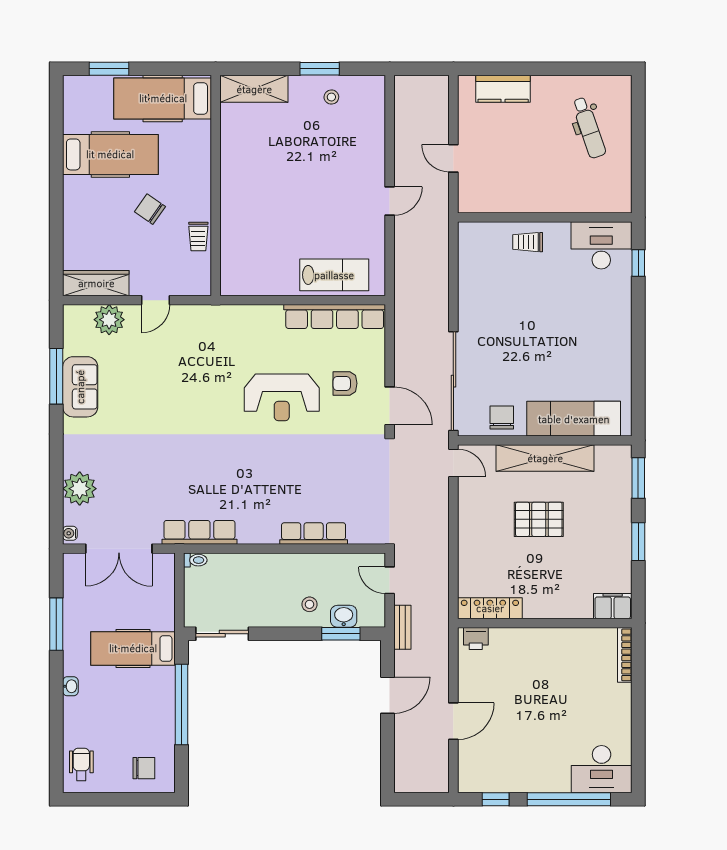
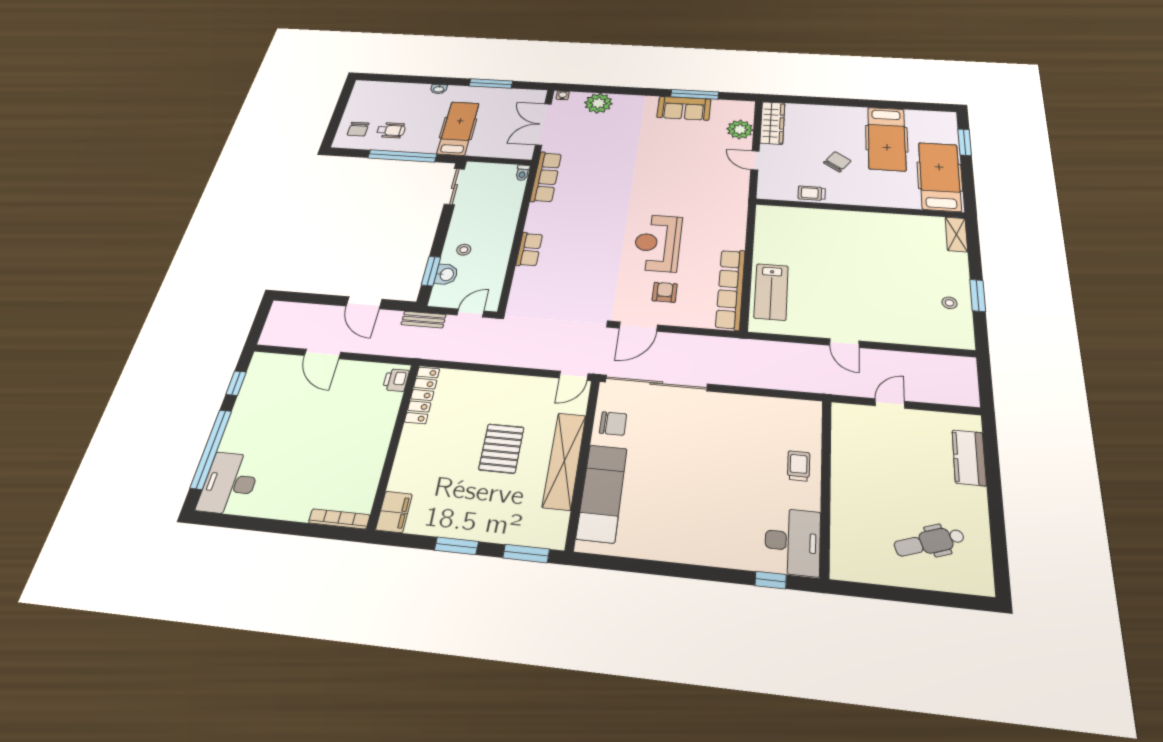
shelving: (254, 89) -> (956, 234), width x0.67, depth x0.75
row of seats: (314, 534) -> (529, 249), width x0.68
wheelchair: (81, 764) -> (391, 130), moved

